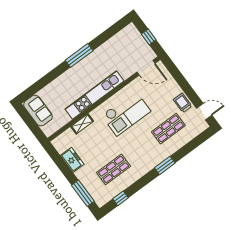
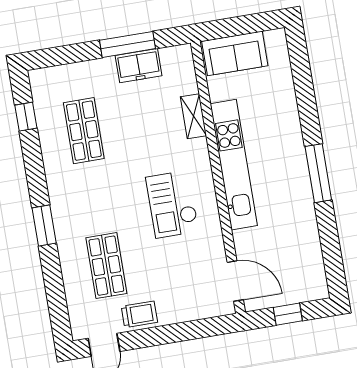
door: (146, 68) -> (235, 281), swing flipped
sofa: (38, 111) -> (235, 53), moved
checkout: (126, 113) -> (172, 204), width x0.73, depth x0.83
window: (83, 193) -> (127, 44), moved

